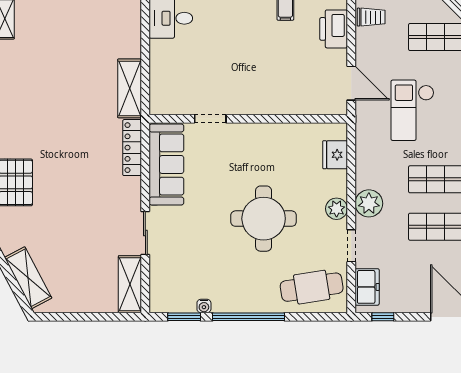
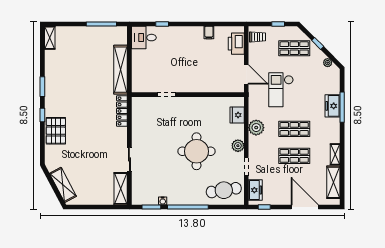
shelving: (130, 88) -> (121, 70), width x1.47
sofa: (166, 164) -> (141, 121), removed
plant: (369, 203) -> (256, 128), moved

